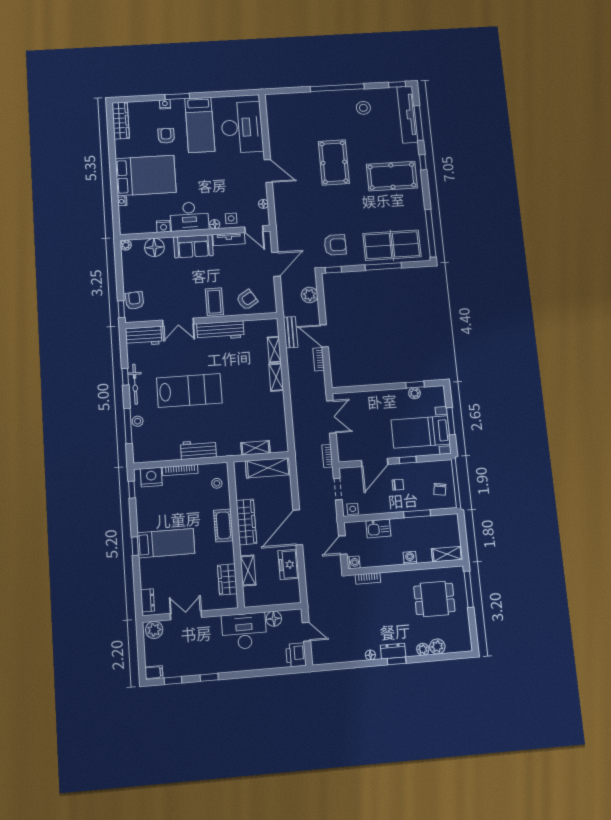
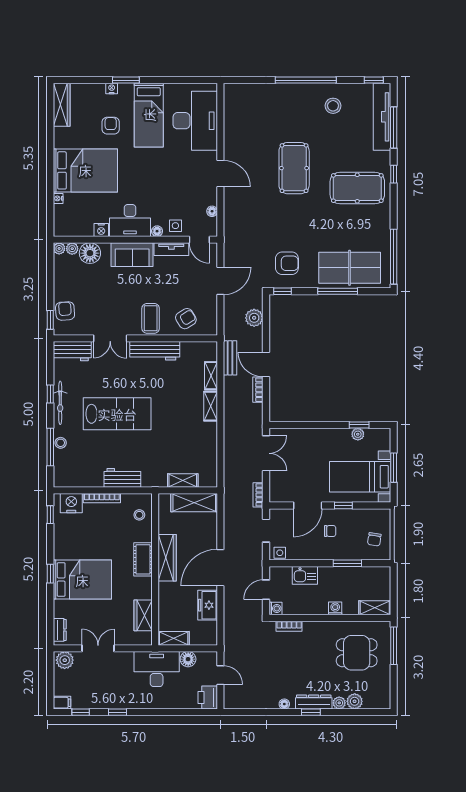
plant: (138, 244) -> (72, 249), added
bed: (166, 543) -> (82, 580), width x1.50
shelving: (248, 571) -> (174, 638), moved, turned 90
dresser: (393, 651) -> (314, 702), width x1.44

